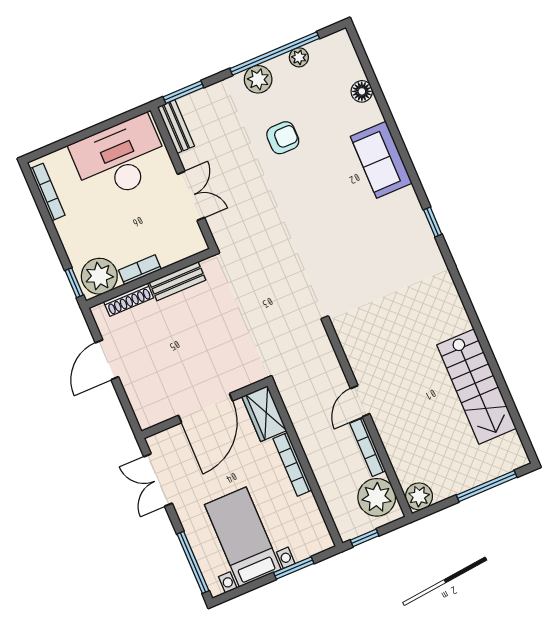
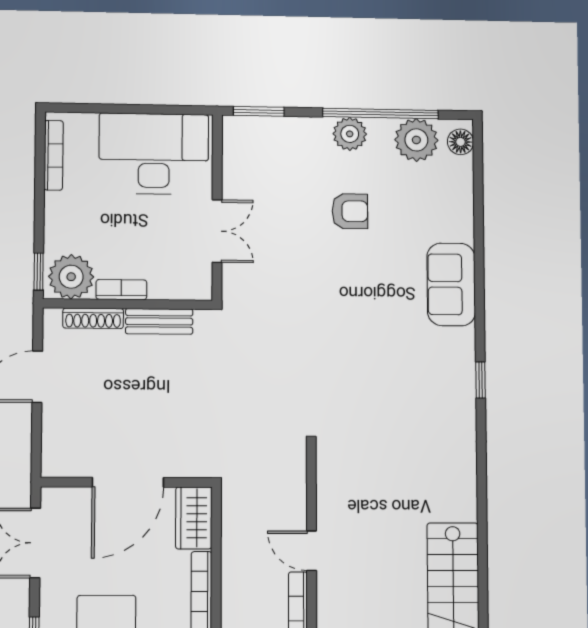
plant: (299, 57) -> (416, 140), width x1.87, depth x1.87
floor lamp: (362, 91) -> (461, 142), moved
bench: (176, 127) -> (234, 146), removed
door: (360, 401) -> (312, 551), hinge flipped

